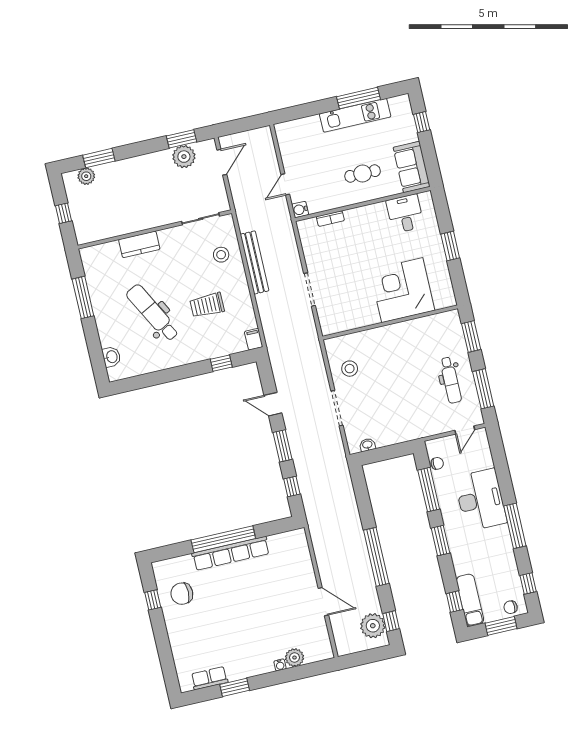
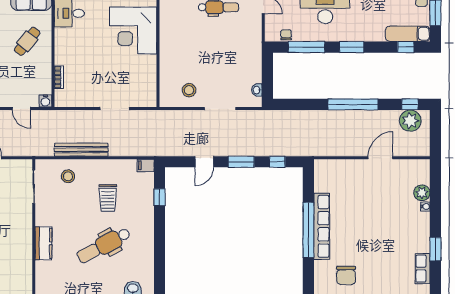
cafe table: (363, 174) -> (27, 41), turned 39

